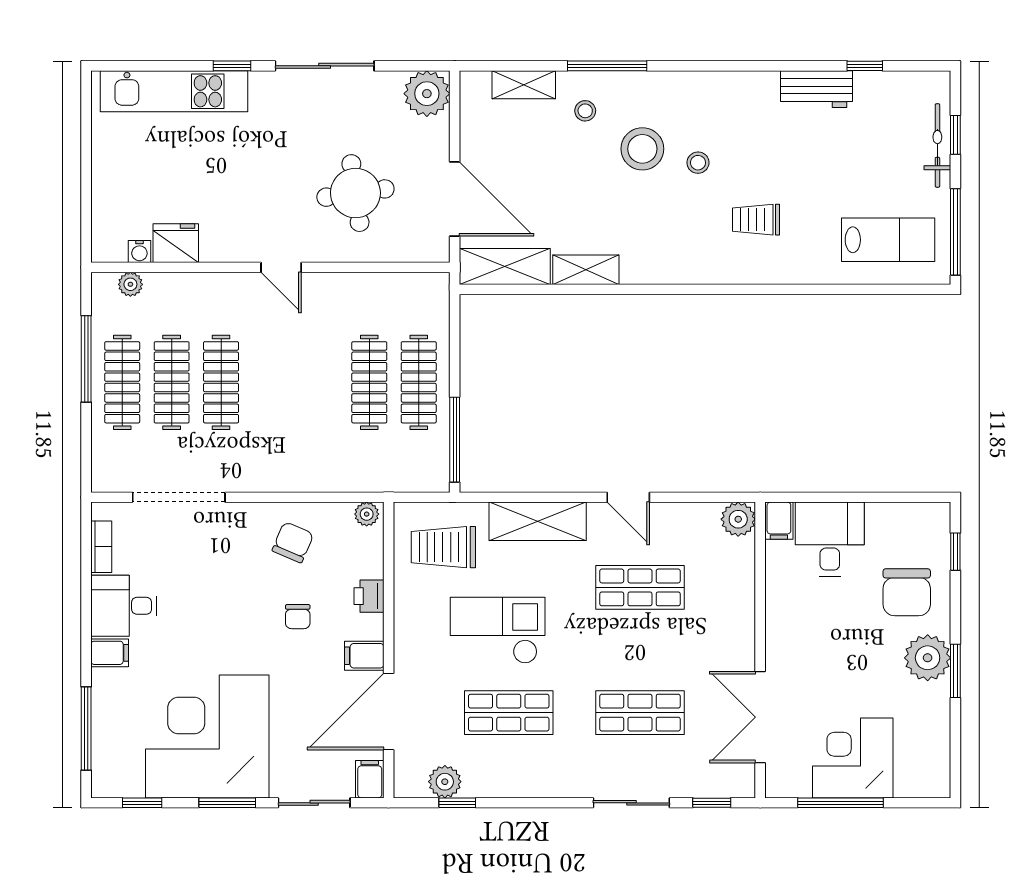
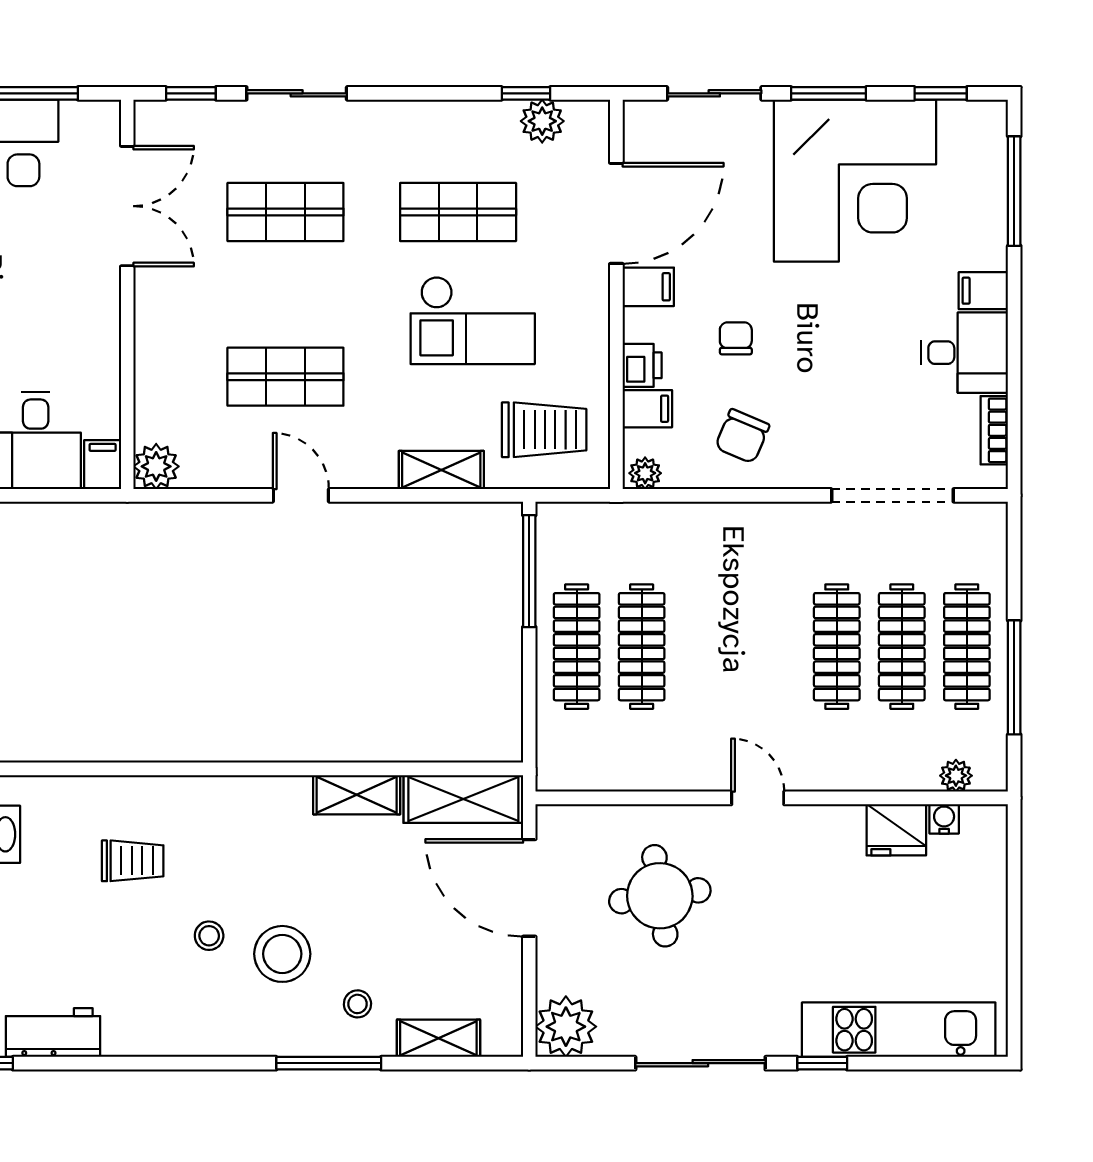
shelving: (538, 521) -> (441, 470), width x0.67, depth x0.75
filing cabinet: (370, 779) -> (647, 409), moved, turned -90

